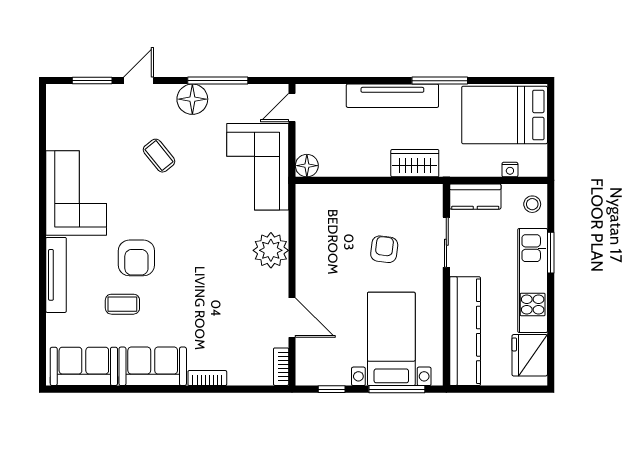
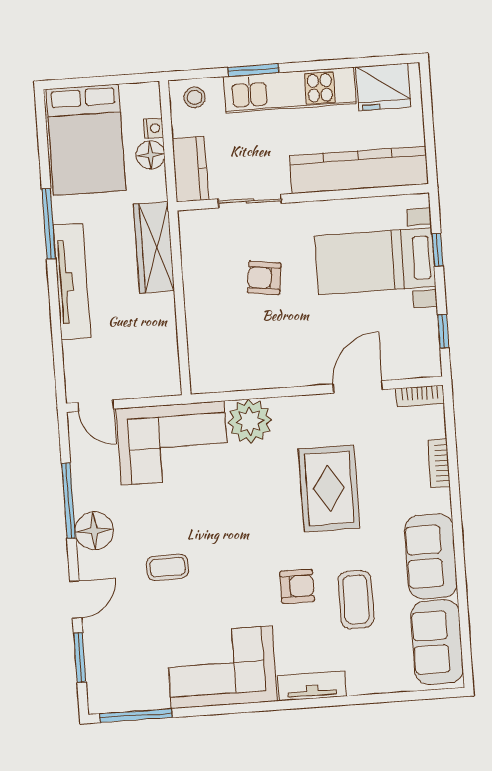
door: (138, 81) -> (76, 600), swing flipped
window: (42, 122) -> (136, 716), added
coffee table: (159, 156) -> (167, 567), turned 38
wardrobe: (415, 163) -> (154, 247), width x1.50
floor lamp: (307, 166) -> (150, 155), moved
plant: (271, 250) -> (250, 421), moved
armchair: (136, 258) -> (297, 586), width x0.72, depth x0.72
tv unit: (56, 275) -> (312, 686), width x0.71
rug: (213, 289) -> (329, 488), added
coffee table: (122, 304) -> (356, 600), width x1.36, depth x1.30
bookcase: (207, 378) -> (439, 463), moved
window: (397, 389) -> (437, 250), width x0.46

